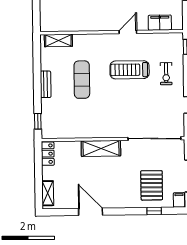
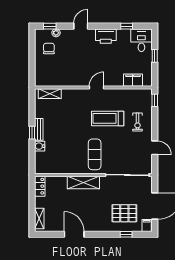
door: (128, 32) -> (97, 87), moved
exercise mat: (82, 80) -> (95, 154), moved
water cooler: (47, 105) -> (40, 146), added
window: (38, 121) -> (32, 133), moved
pallet: (152, 185) -> (124, 213), turned 90

